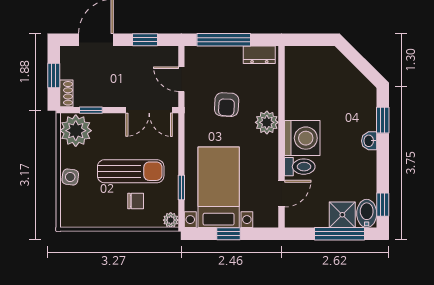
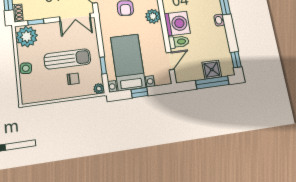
bidet: (367, 213) -> (227, 67), removed

